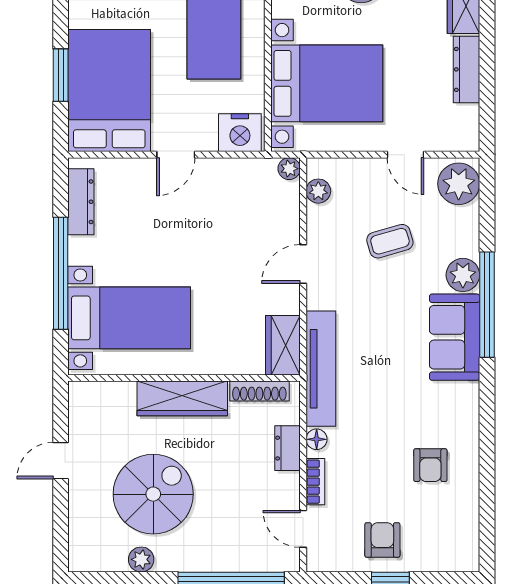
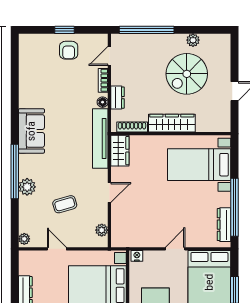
nightstand: (240, 133) -> (137, 256), width x0.53, depth x0.56
plant: (289, 169) -> (117, 242), removed
plant: (459, 184) -> (24, 239), width x0.53, depth x0.53
window: (61, 273) -> (234, 207), moved
sofa: (455, 337) -> (31, 131), moved
armchair: (430, 465) -> (44, 89), removed
door: (303, 529) -> (109, 56), swing flipped

